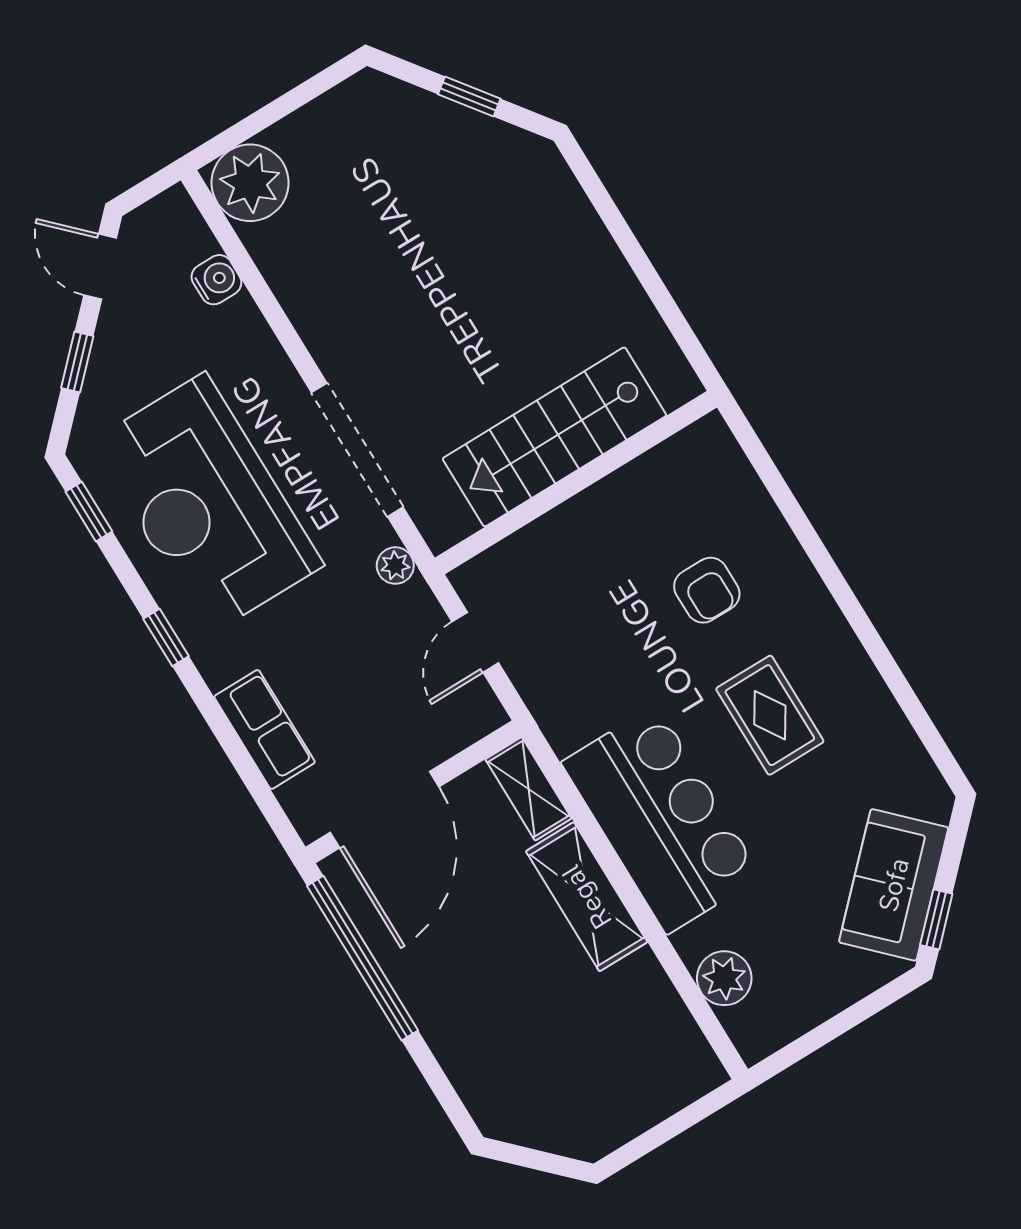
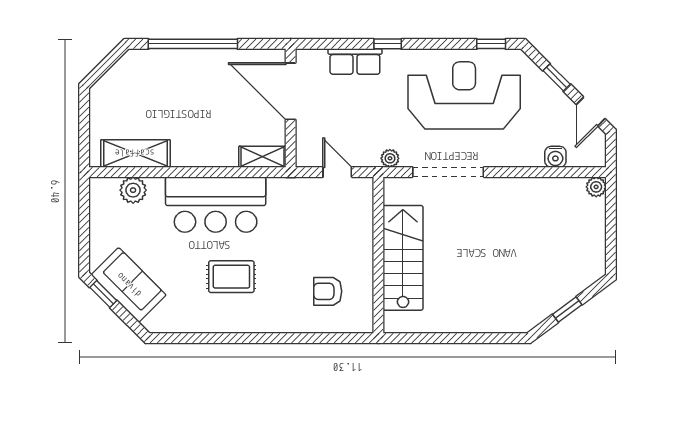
plant: (250, 183) -> (596, 187), width x0.53, depth x0.53
door: (100, 267) -> (591, 111), swing flipped
armchair: (707, 590) -> (328, 291), moved
window: (166, 637) -> (388, 44), moved
shelving: (587, 897) -> (135, 153), moved
window: (362, 958) -> (193, 44), moved

